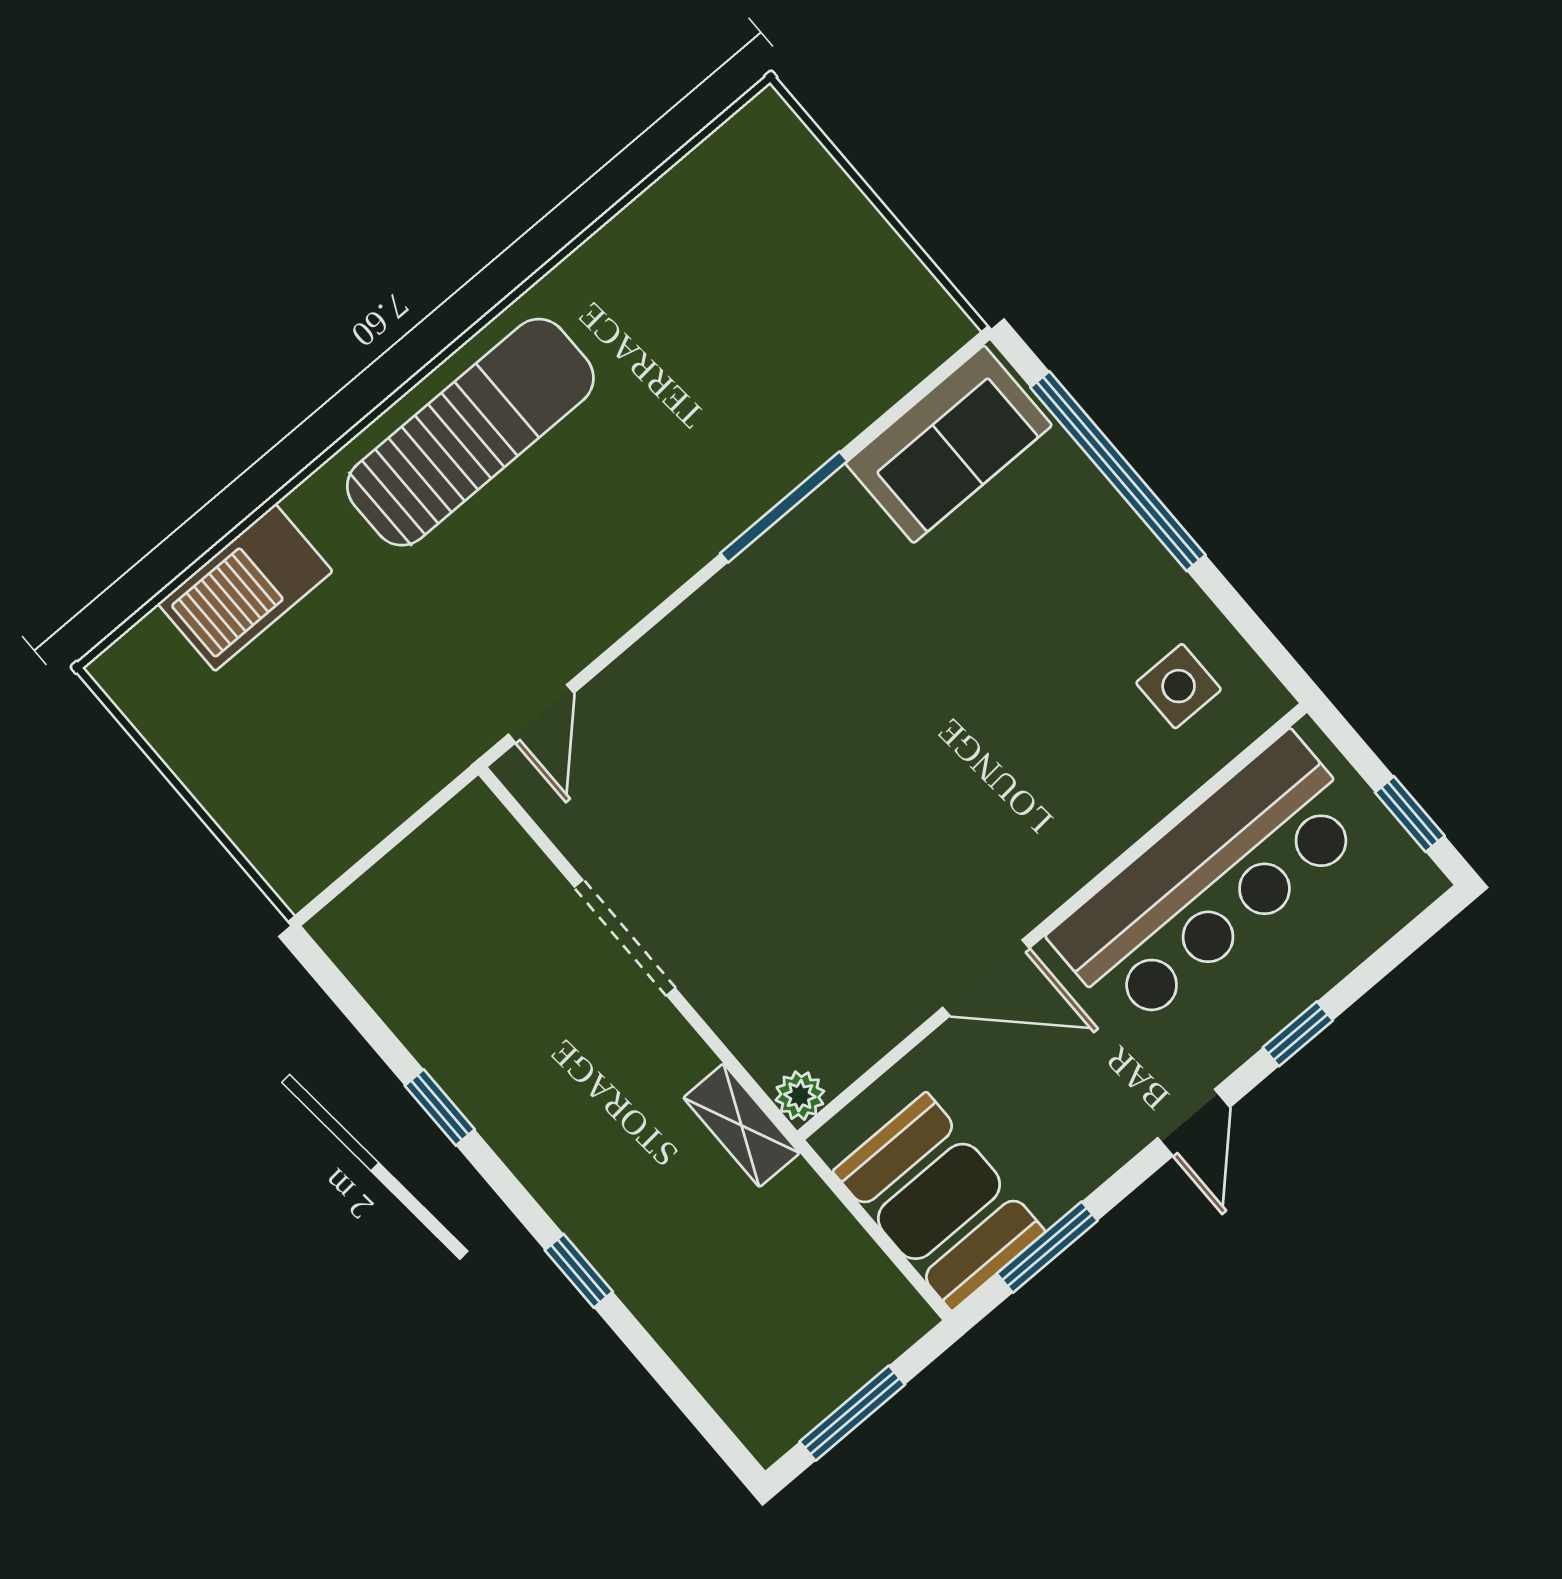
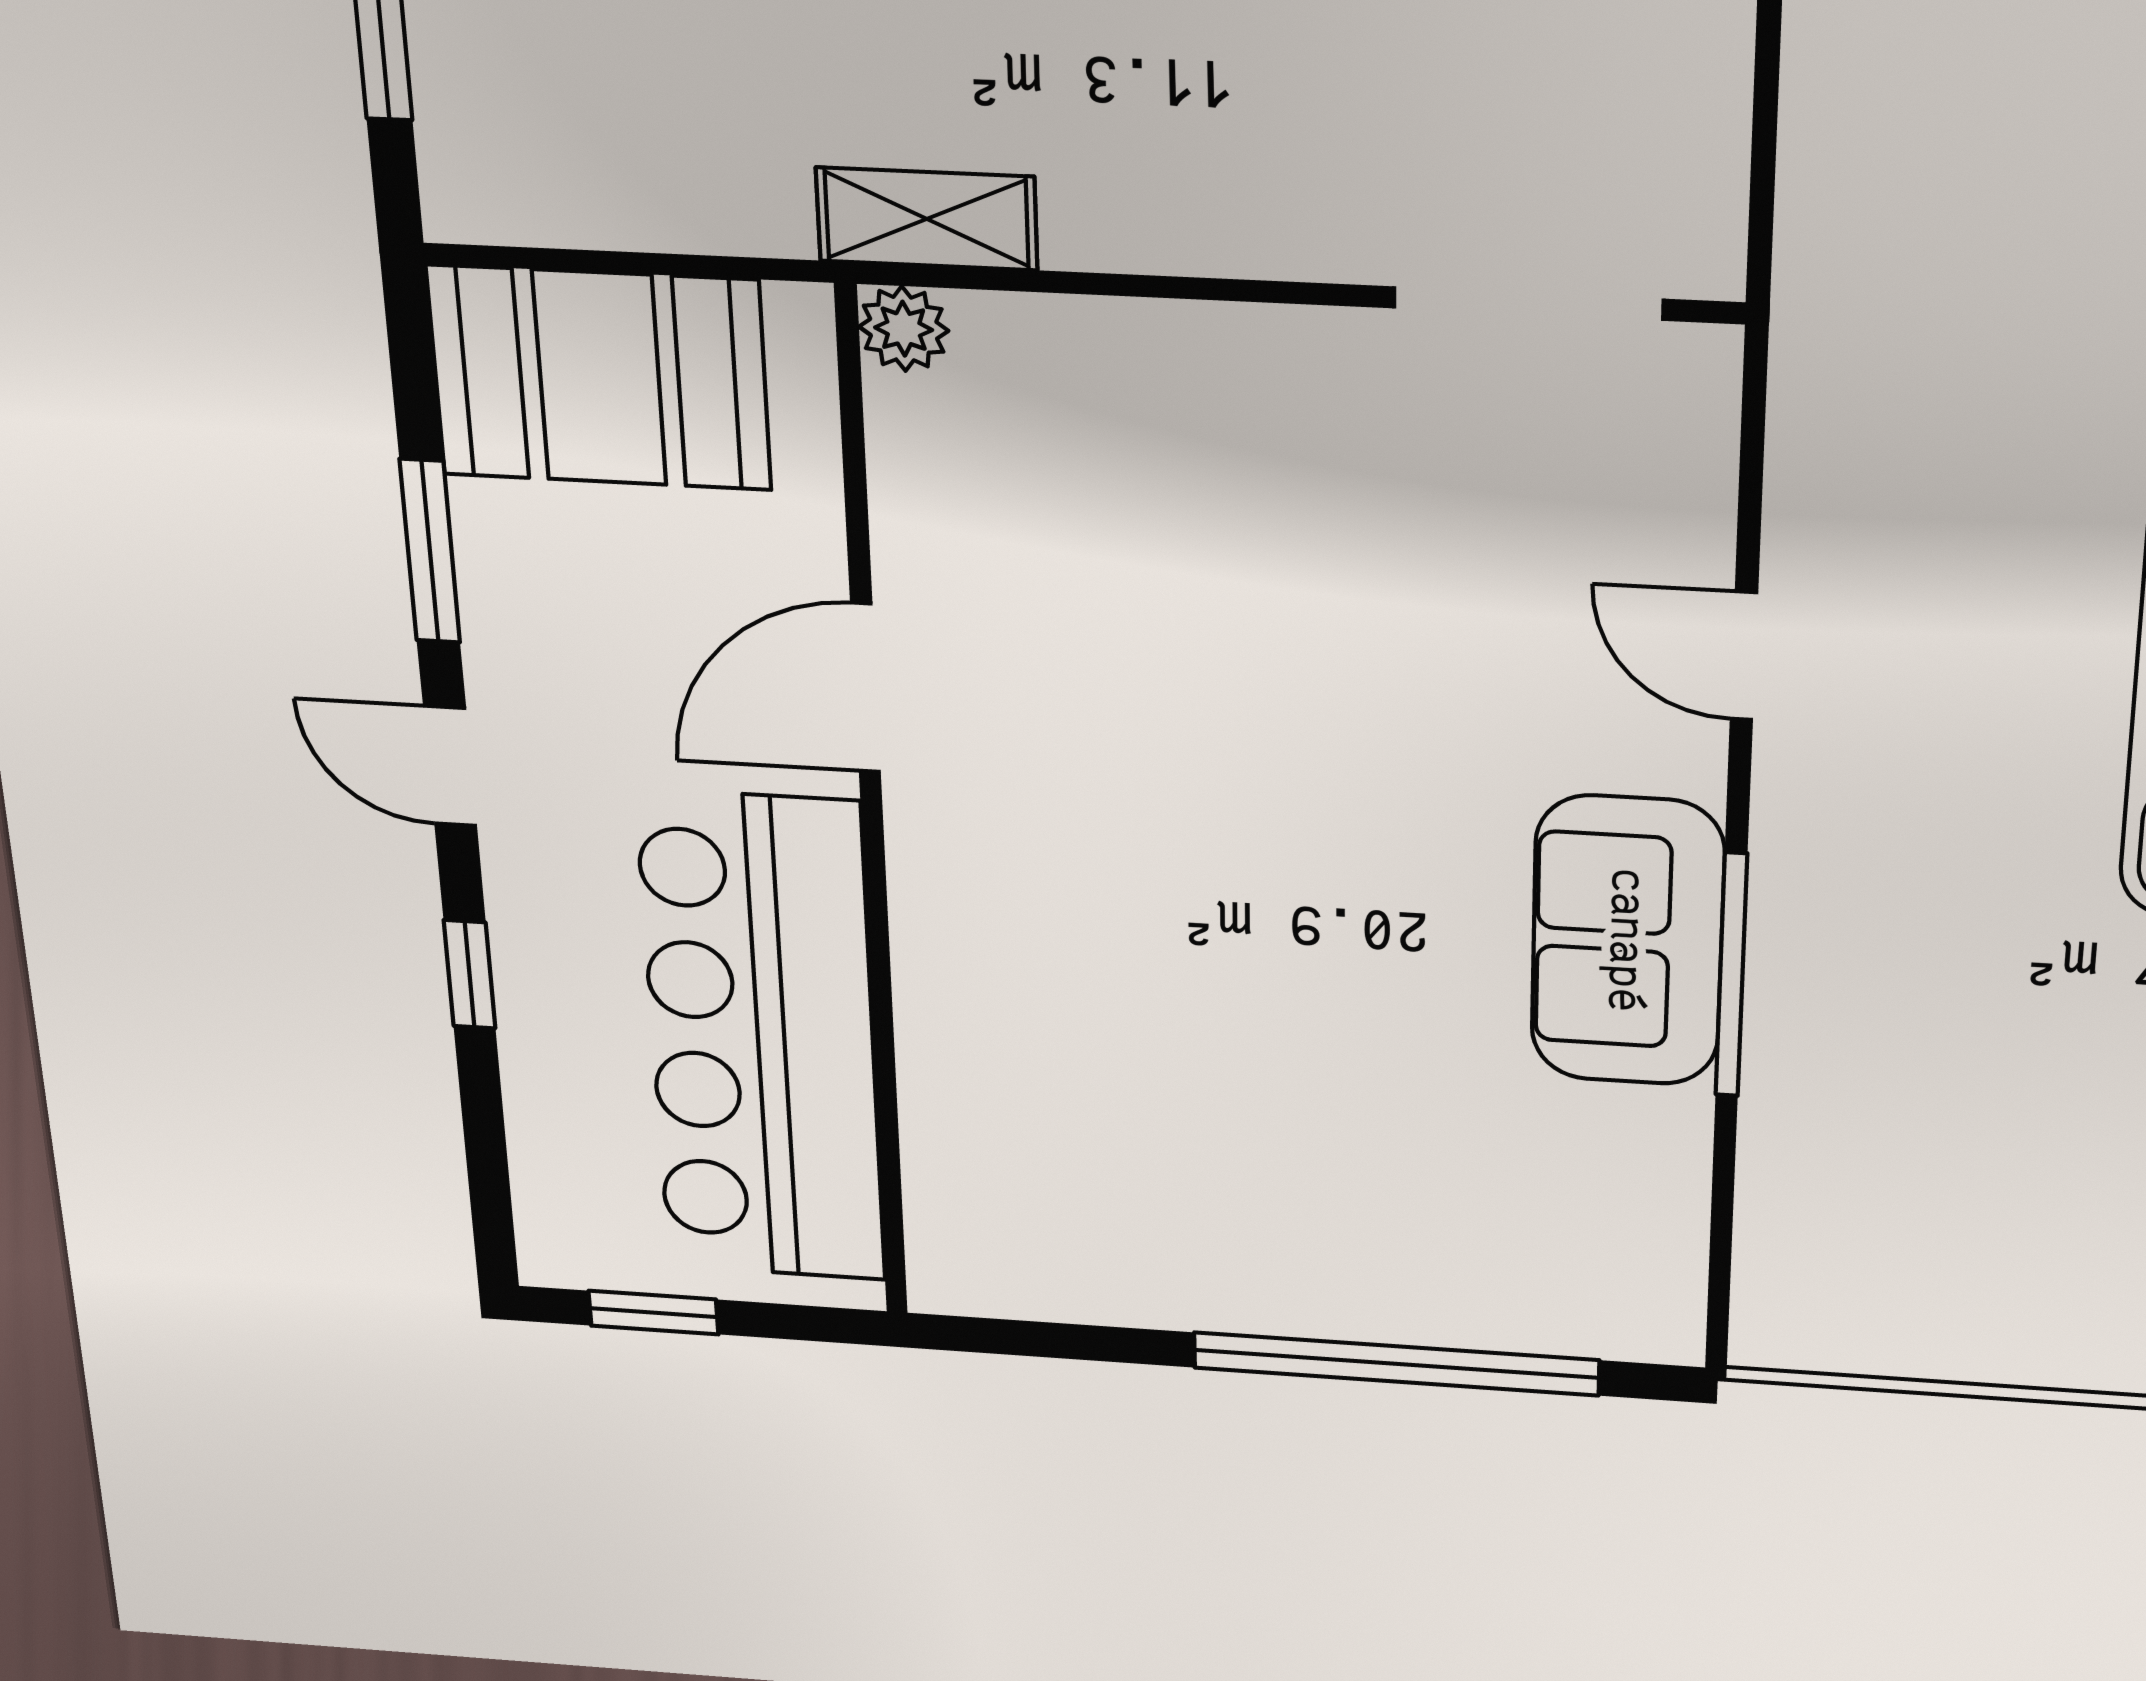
sofa: (949, 444) -> (1627, 941), moved
side table: (1179, 686) -> (1054, 1208), removed
door: (541, 714) -> (1744, 656), moved
doorway: (625, 938) -> (1528, 304), moved
window: (1047, 1247) -> (430, 551), moved

